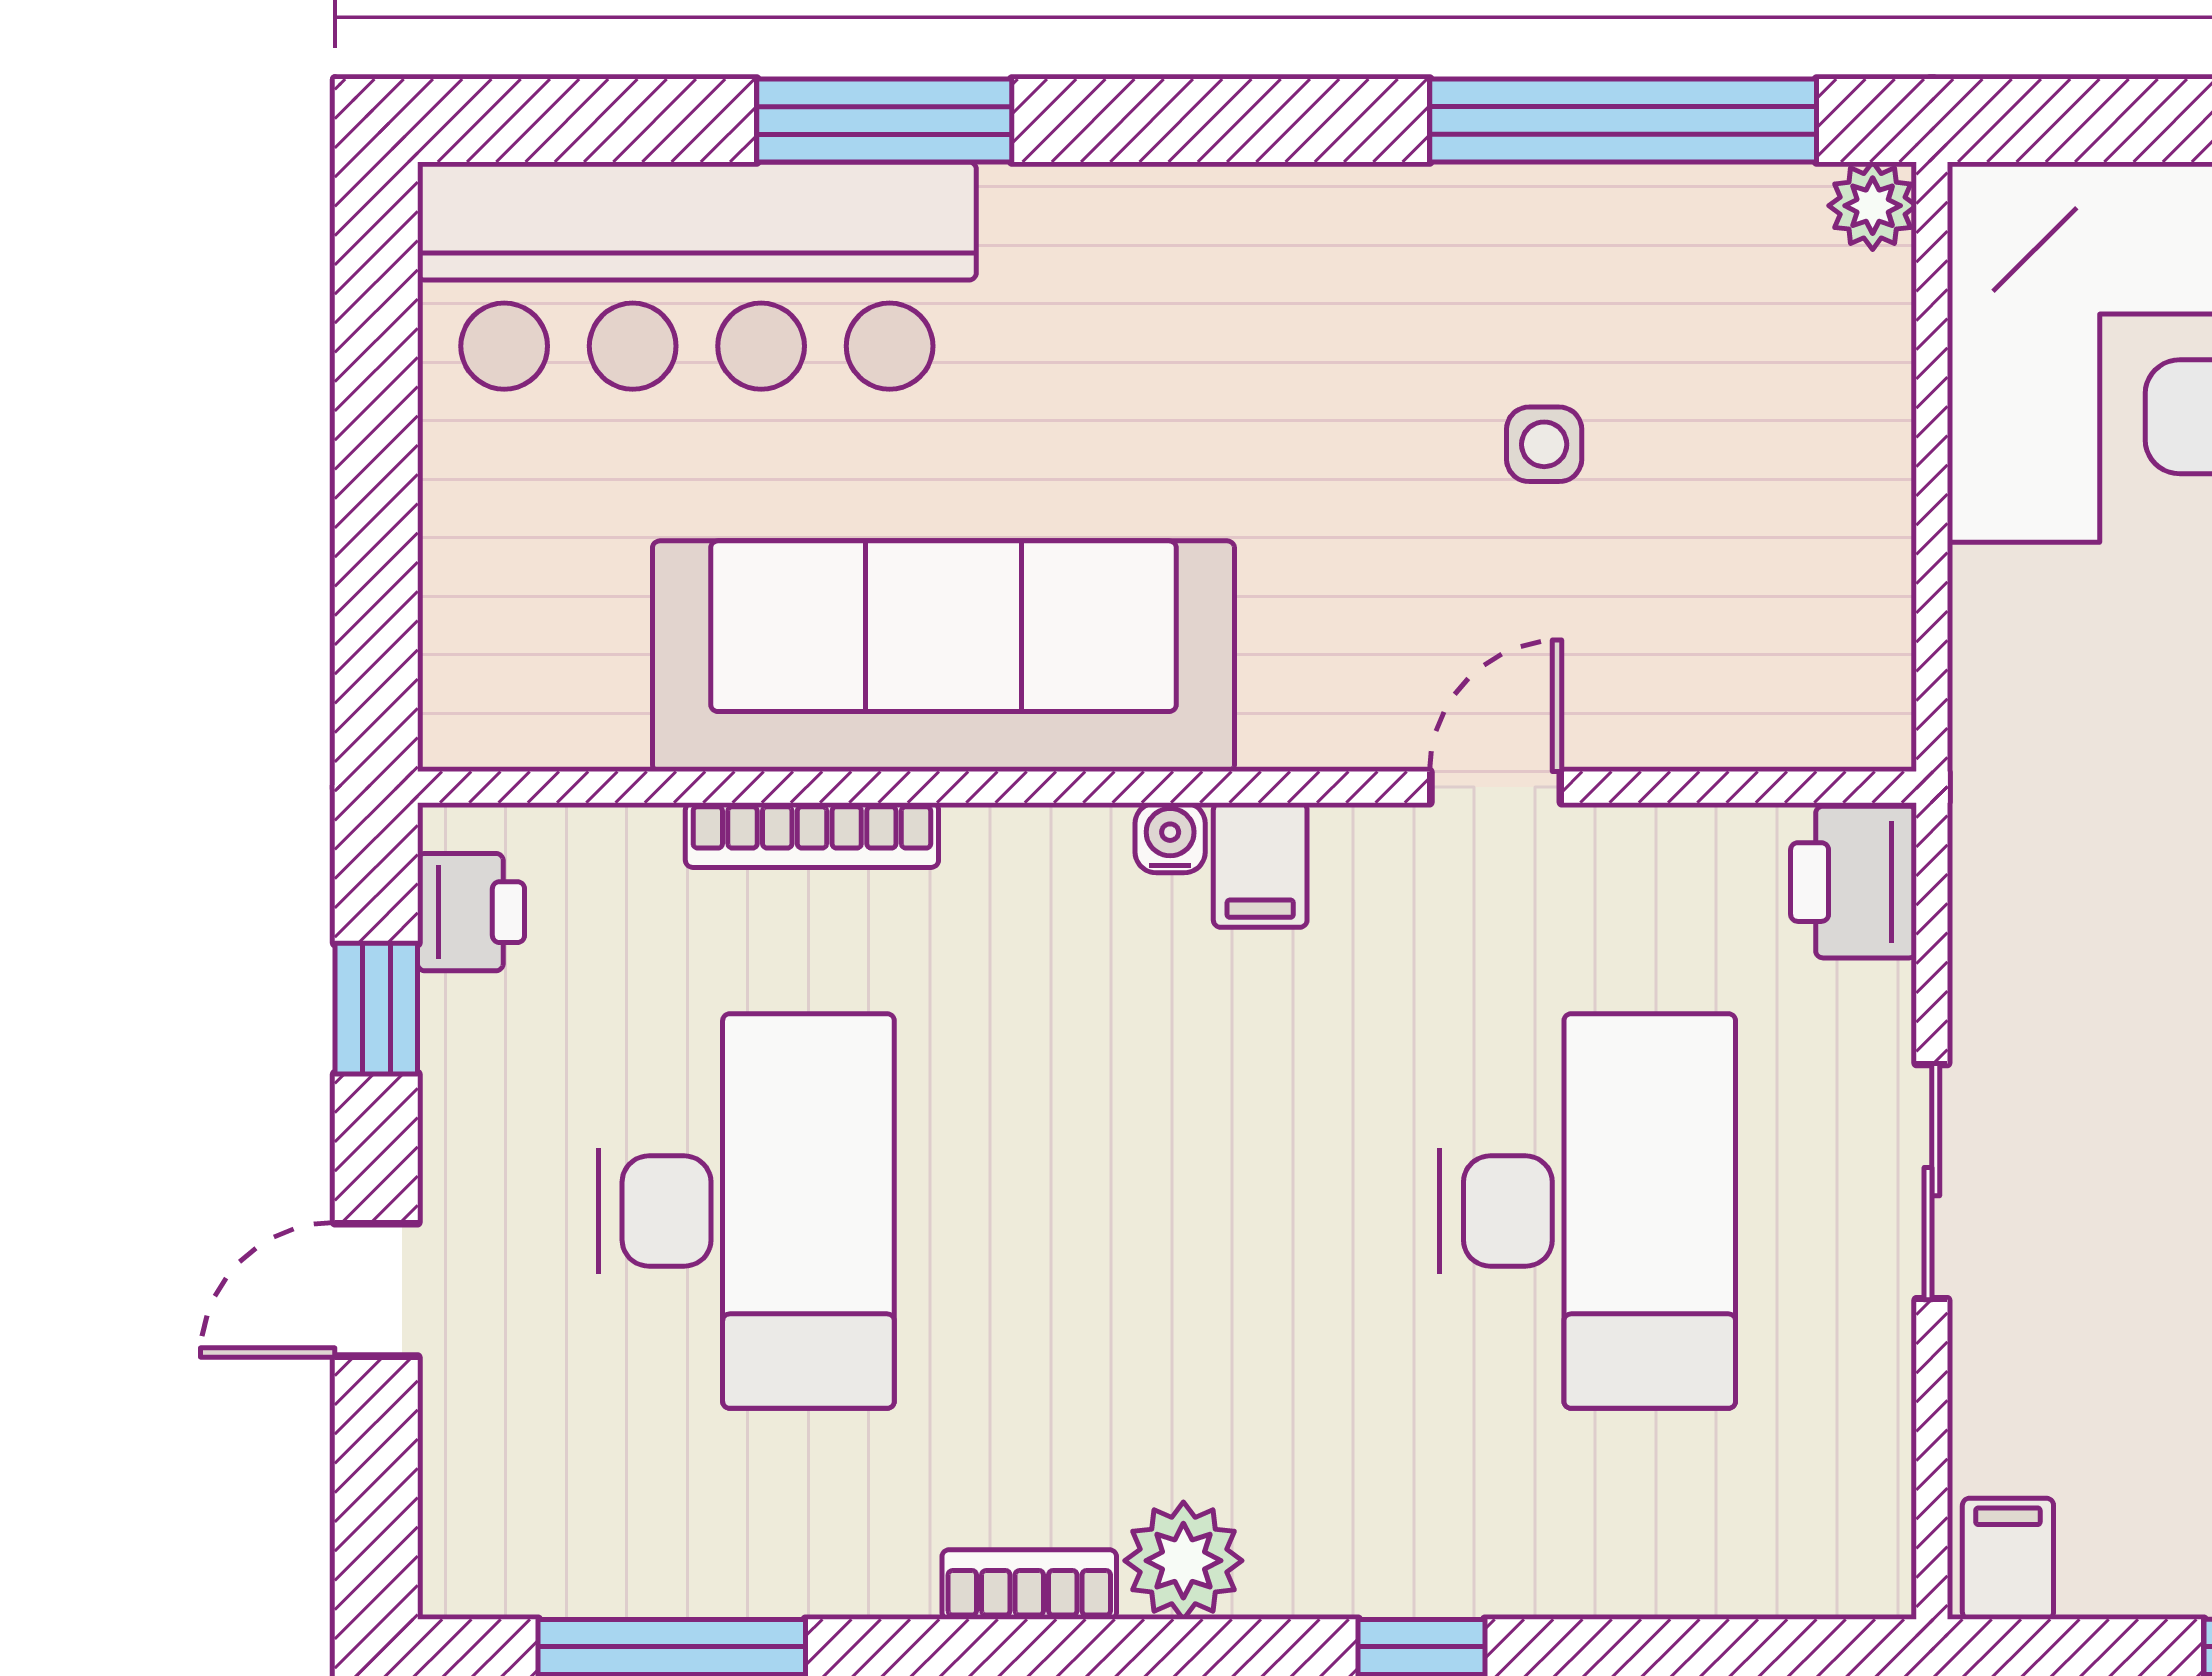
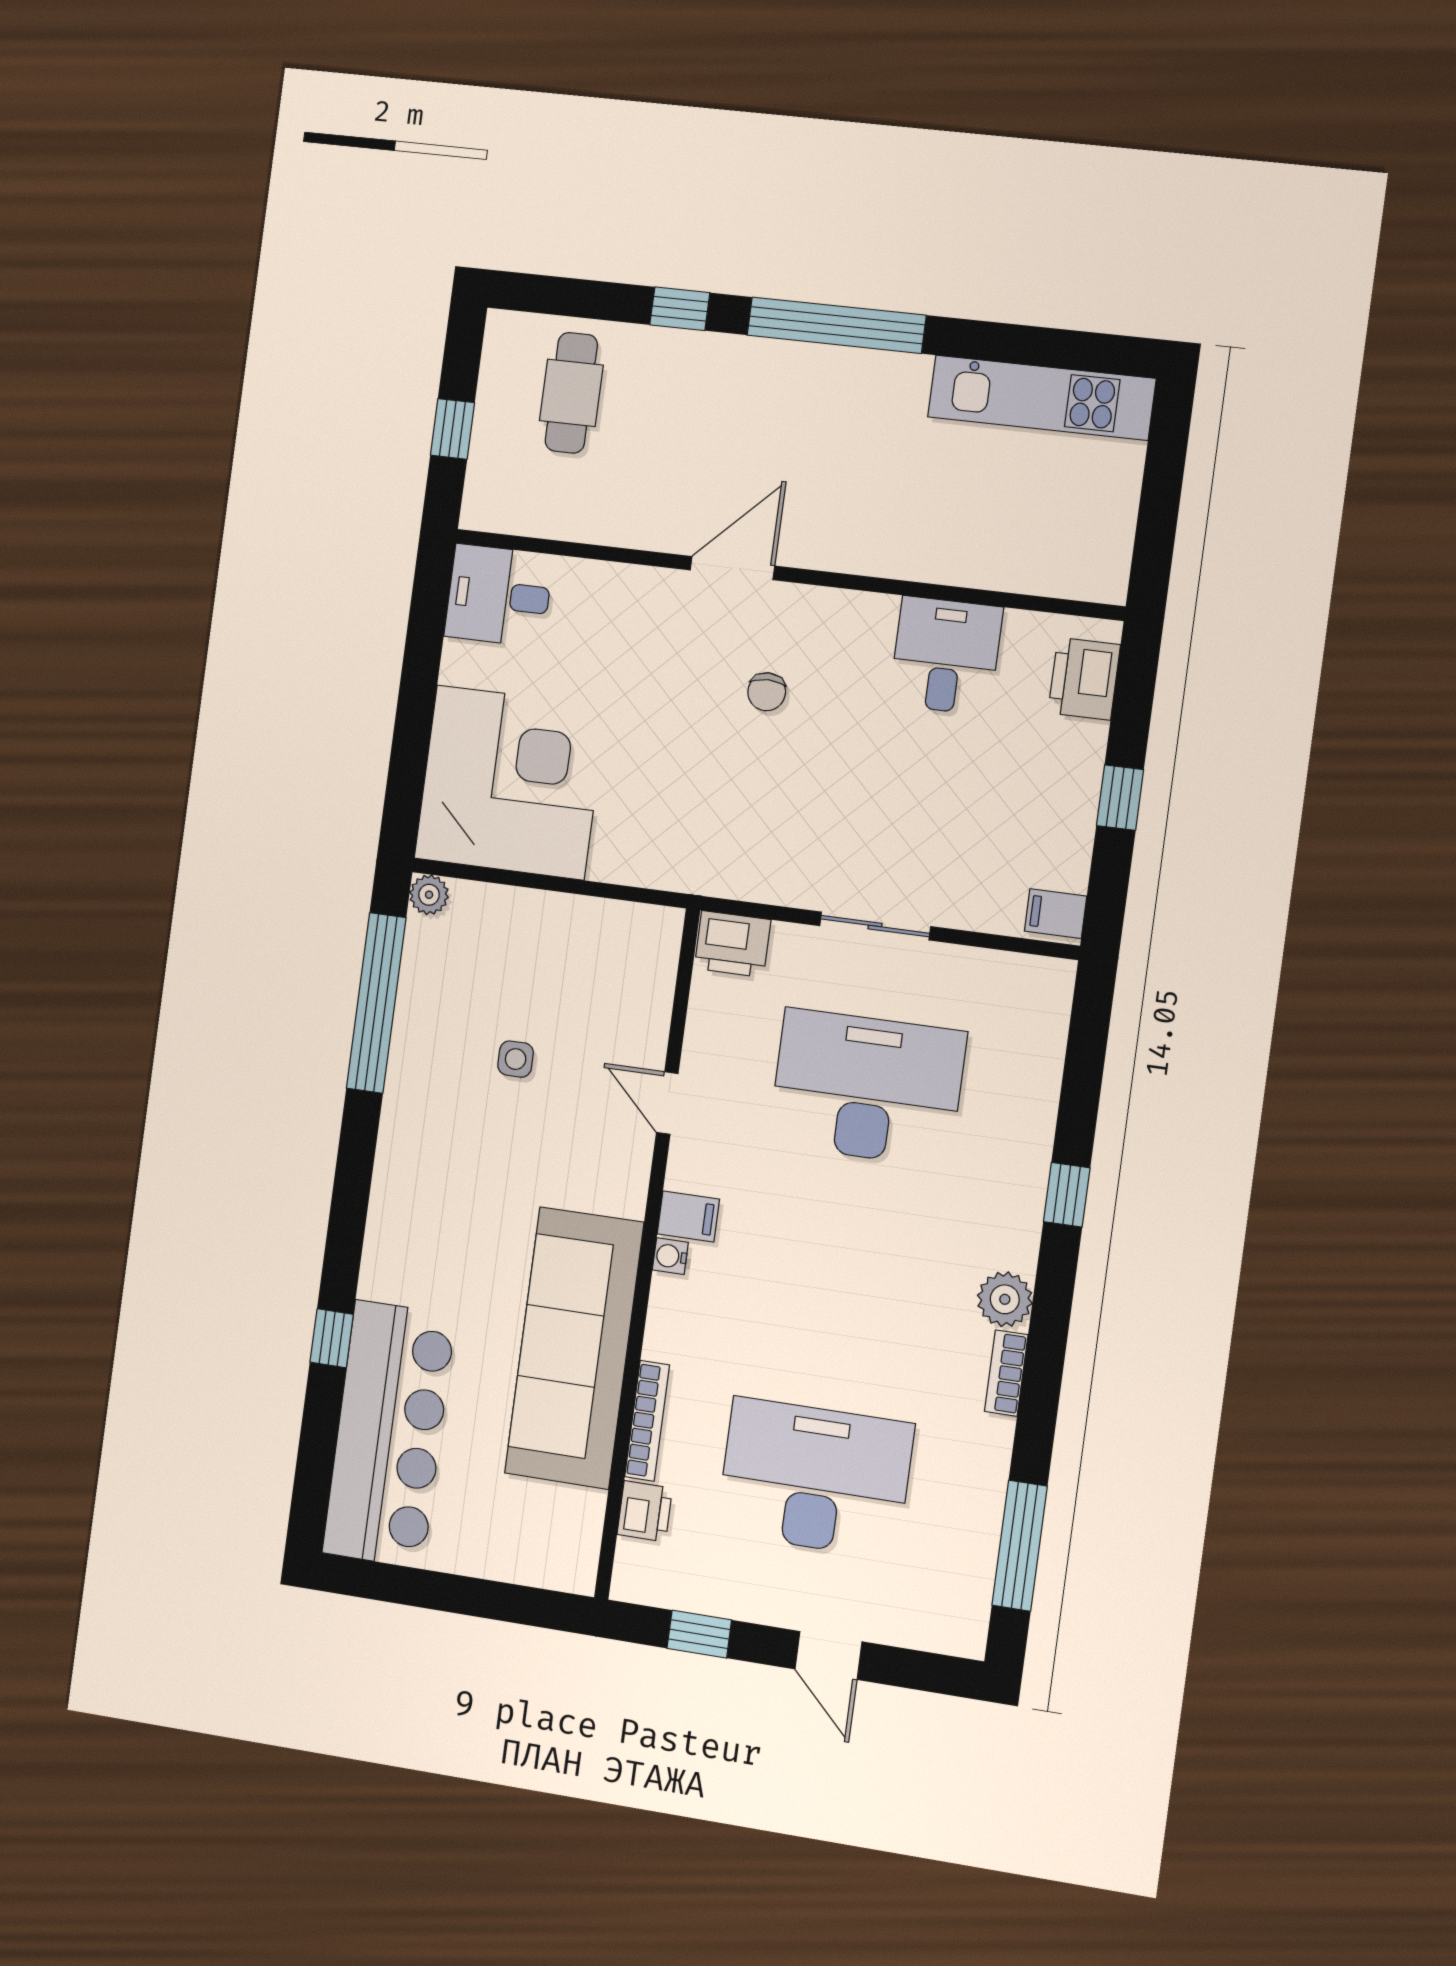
window: (884, 121) -> (332, 1338), width x0.46
printer: (471, 912) -> (645, 1511), moved, turned 90

